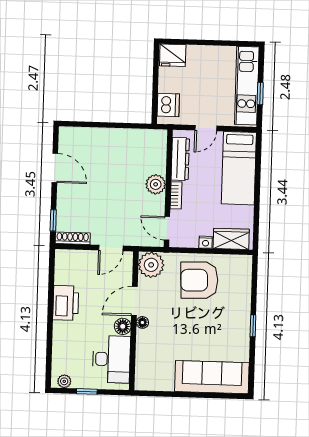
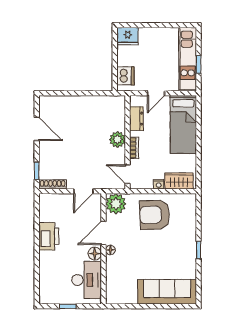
dresser: (180, 159) -> (136, 119), width x0.70
plant: (64, 381) -> (49, 299), removed

